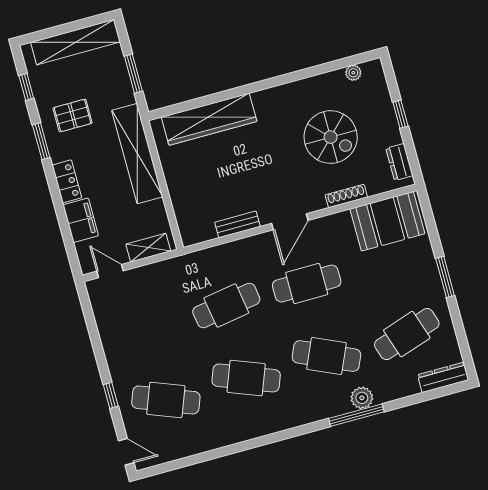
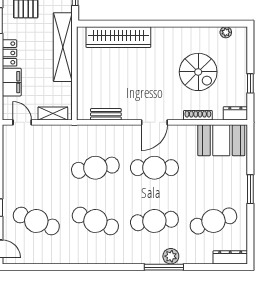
window: (400, 114) -> (250, 83), moved
dresser: (399, 162) -> (235, 113), moved, turned 90
bench: (237, 224) -> (106, 114), moved
cafe table: (326, 356) -> (154, 221), turned -30

